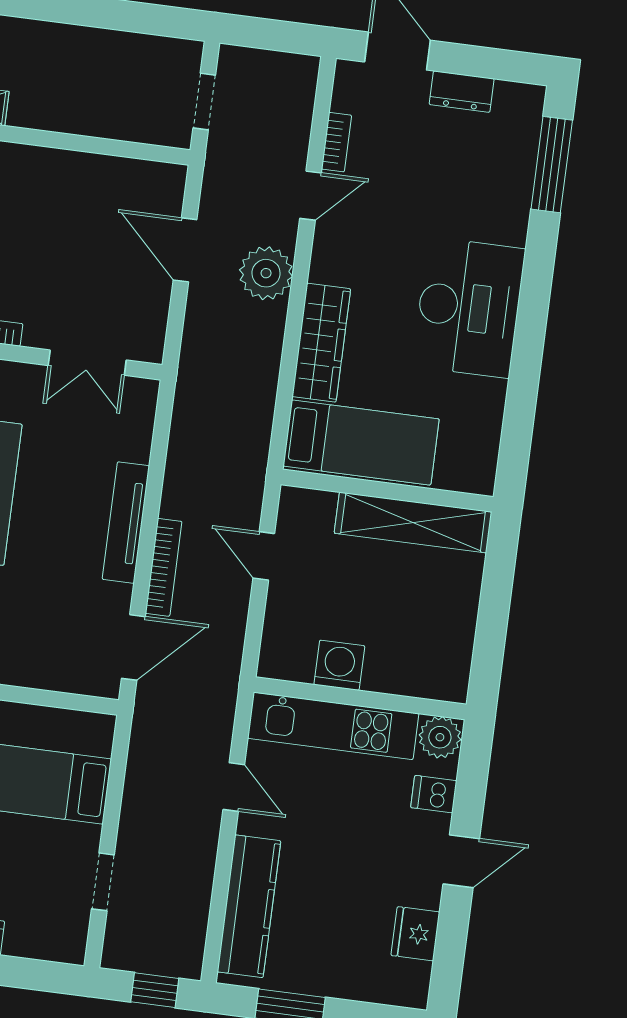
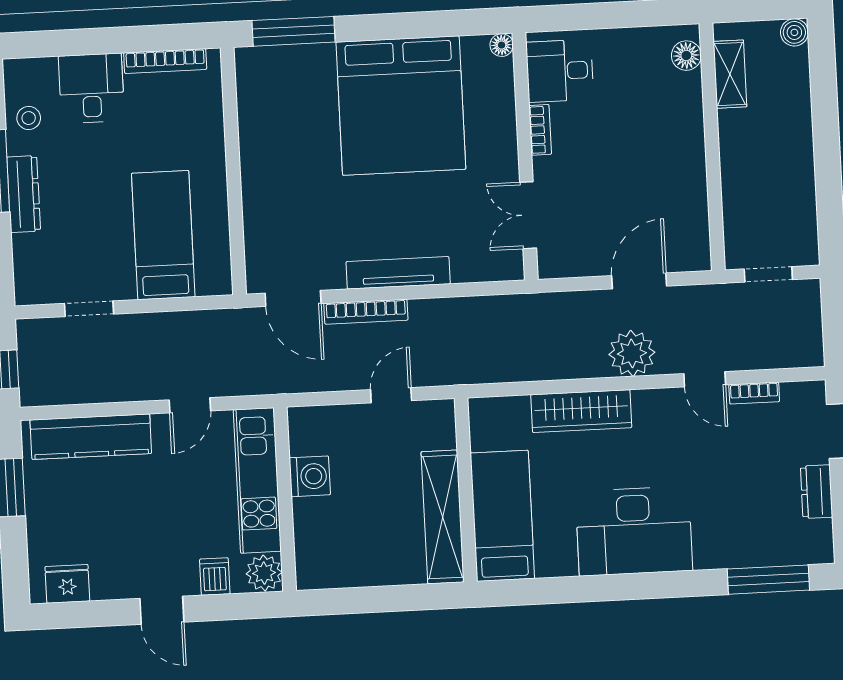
bed: (361, 442) -> (502, 516), moved, turned 180
fridge: (415, 934) -> (67, 584), moved

